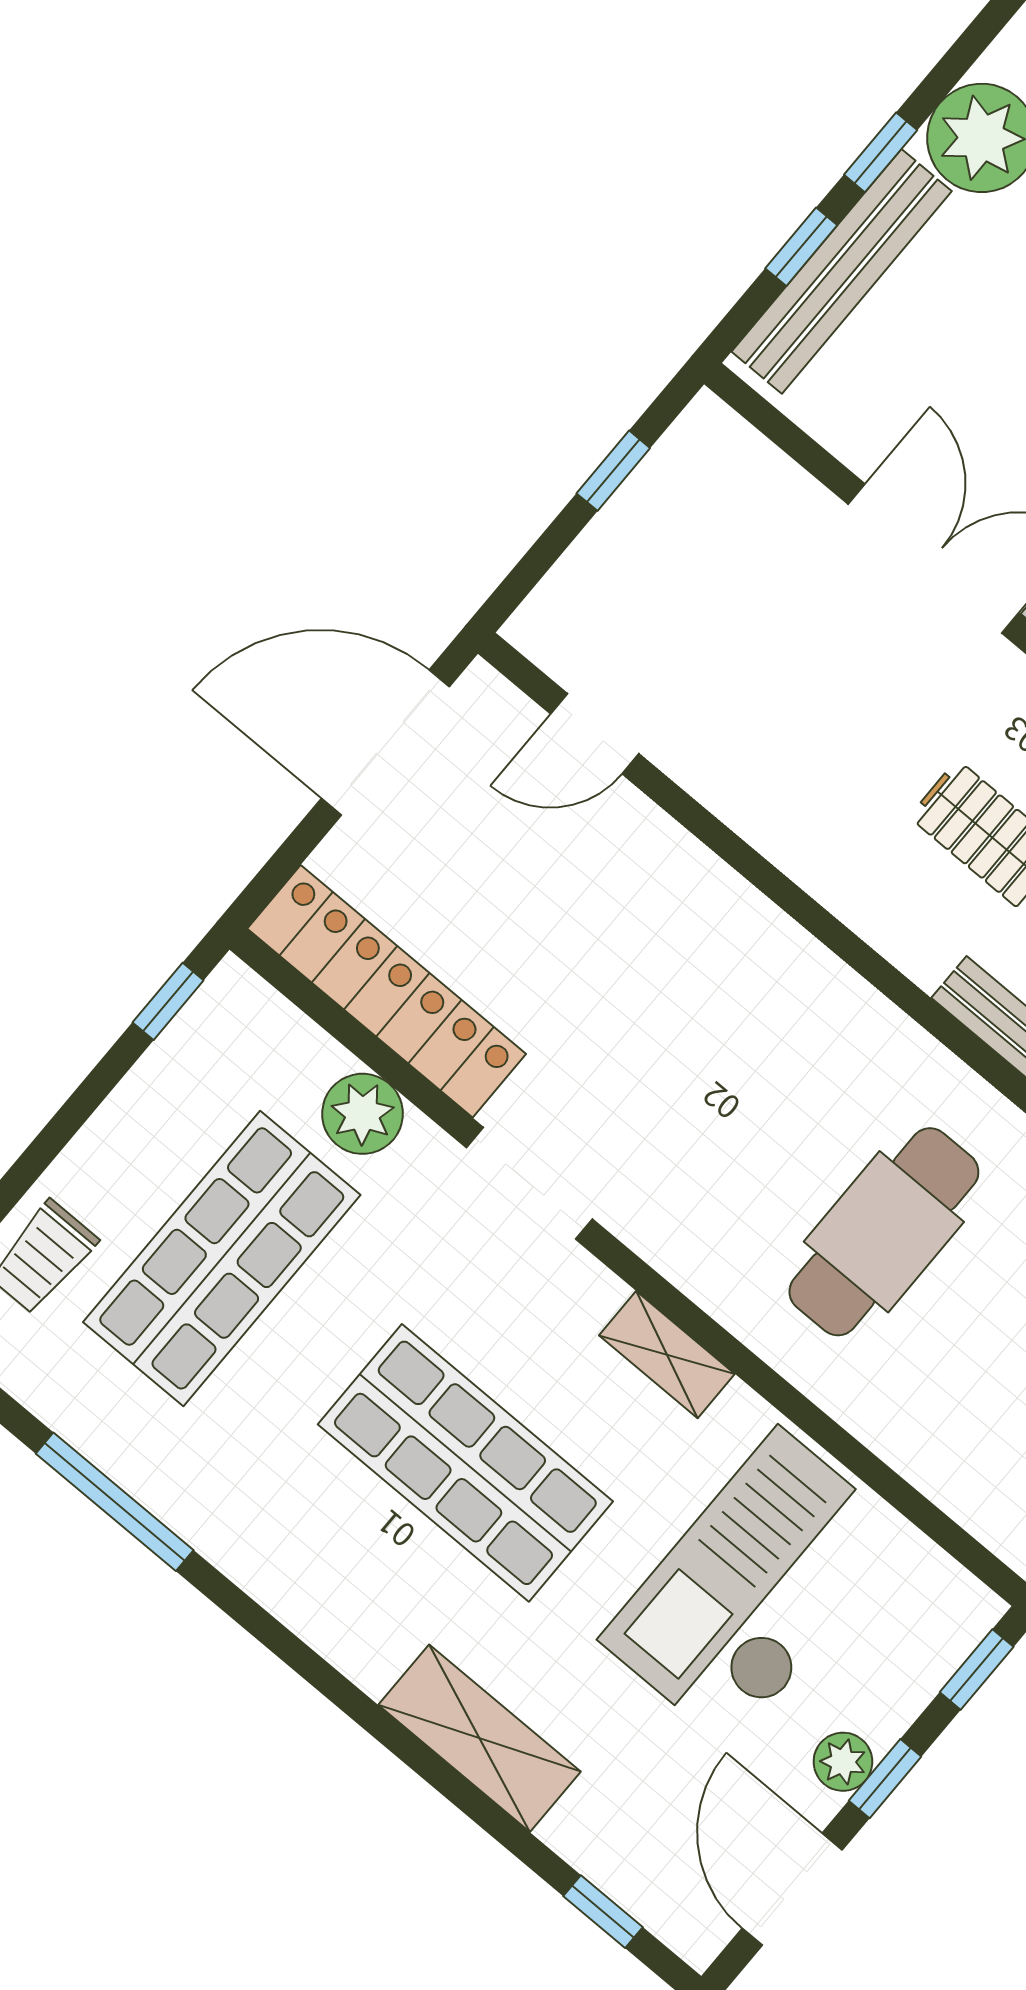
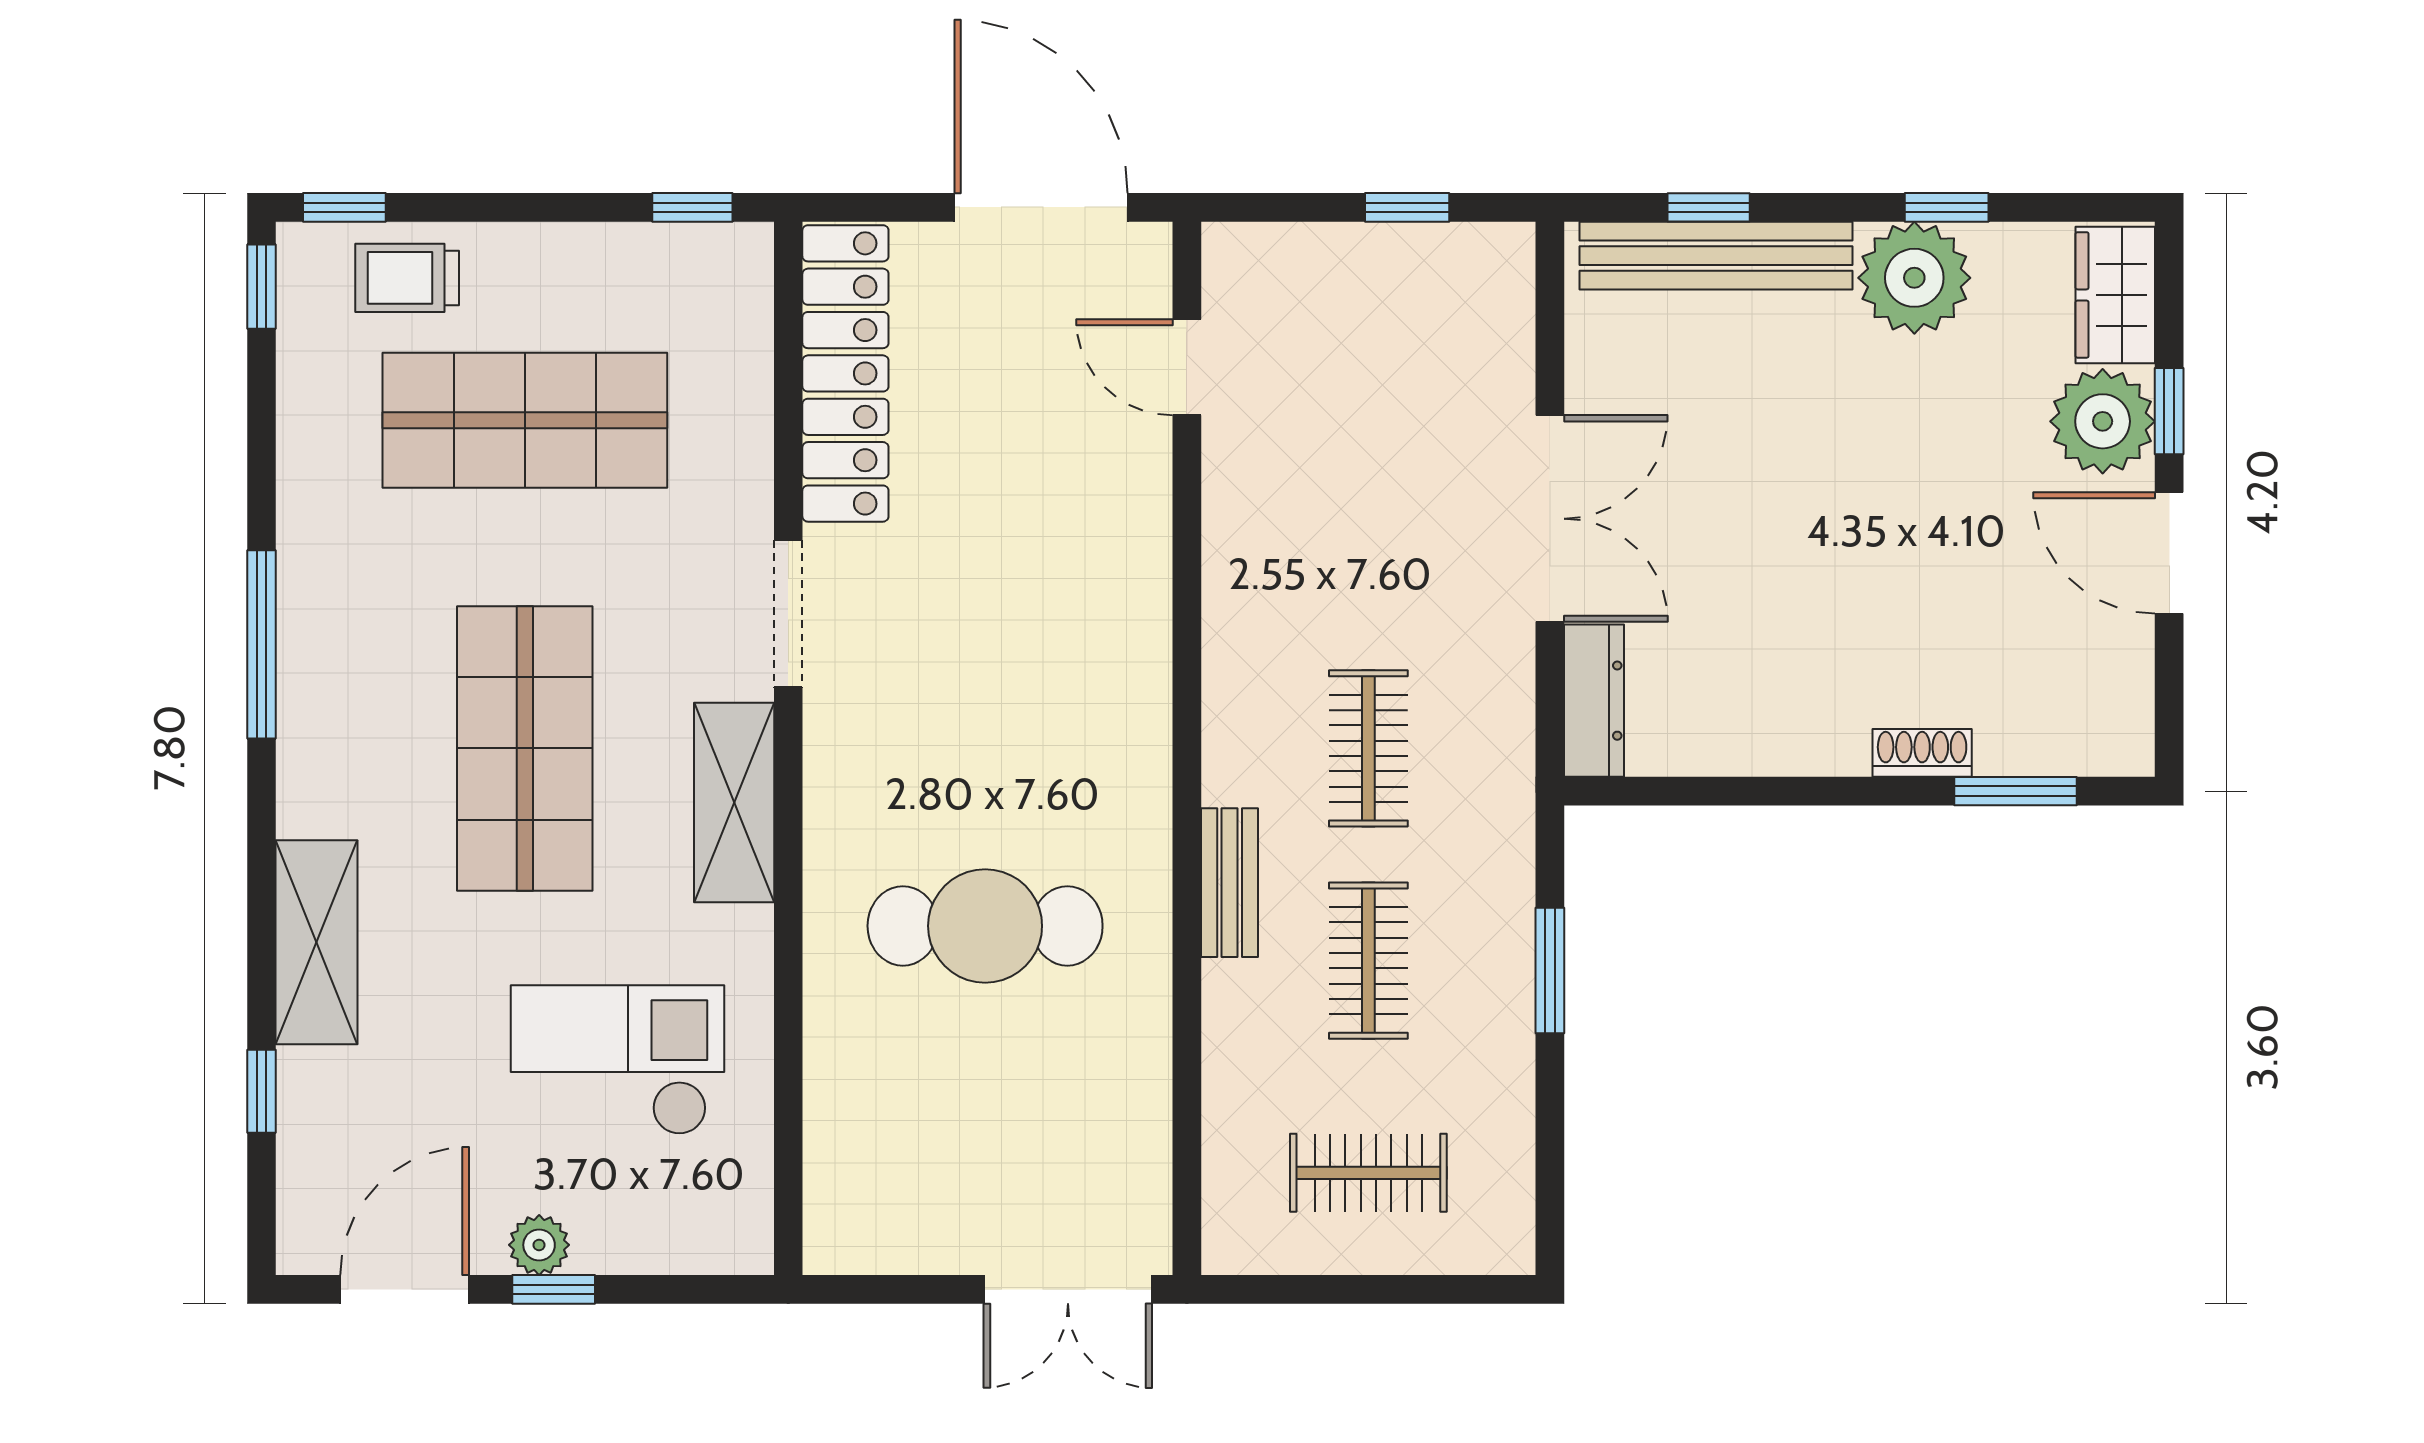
window: (881, 152) -> (1947, 207), moved
plant: (362, 1114) -> (732, 436), removed
shelving: (667, 1355) -> (734, 803), width x1.50, depth x1.33
window: (115, 1502) -> (261, 644), moved
checkout: (754, 1588) -> (618, 1060), width x0.73, depth x0.83
window: (977, 1669) -> (701, 1289), removed
window: (603, 1912) -> (261, 1091), moved

